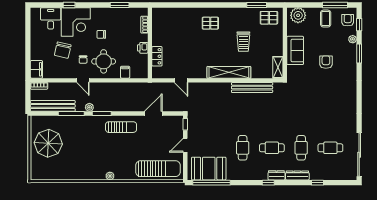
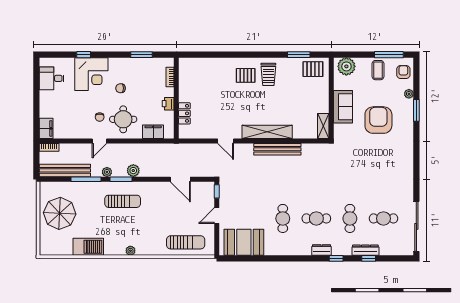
desk: (51, 18) -> (52, 78), moved, turned -90
window: (359, 25) -> (416, 77), removed
trolley: (243, 42) -> (268, 74), moved
chair: (63, 50) -> (76, 106), removed
armchair: (326, 62) -> (378, 120), width x1.88, depth x1.88
filing cabinet: (125, 72) -> (153, 132), width x2.00
door: (83, 80) -> (99, 141), hinge flipped
door: (181, 80) -> (226, 141), moved
bench: (252, 88) -> (277, 149), moved
plant: (112, 106) -> (133, 171), added
door: (153, 114) -> (180, 179), swing flipped
sun lounger: (121, 127) -> (123, 201), moved
sun lounger: (158, 169) -> (186, 242), width x0.73, depth x0.75
barbecue: (73, 172) -> (88, 247), added
dresser: (297, 175) -> (365, 250), moved
window: (211, 183) -> (247, 258), removed
window: (268, 183) -> (336, 258), moved

